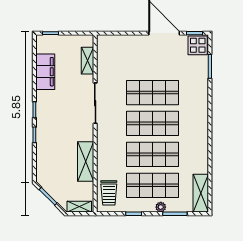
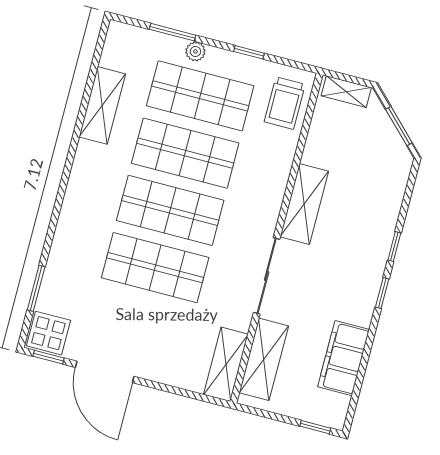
shelving: (104, 53) -> (226, 364), added
shelving: (87, 61) -> (264, 359), width x1.50, depth x1.33
shelving: (86, 162) -> (304, 204), moved
trolley: (109, 193) -> (285, 103), turned 180
shelving: (201, 193) -> (102, 105), moved

